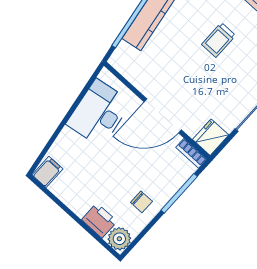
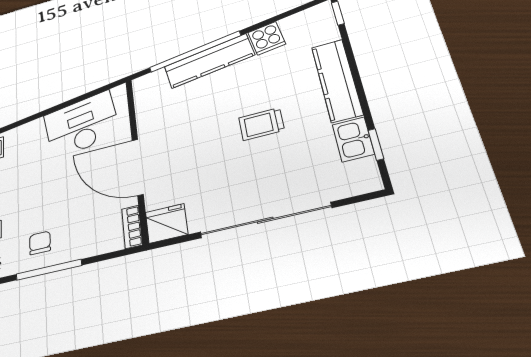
window: (179, 193) -> (49, 270), moved
chair: (141, 202) -> (40, 243), turned 180

